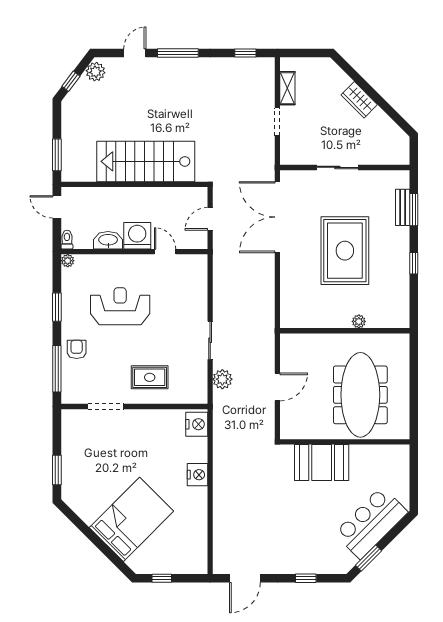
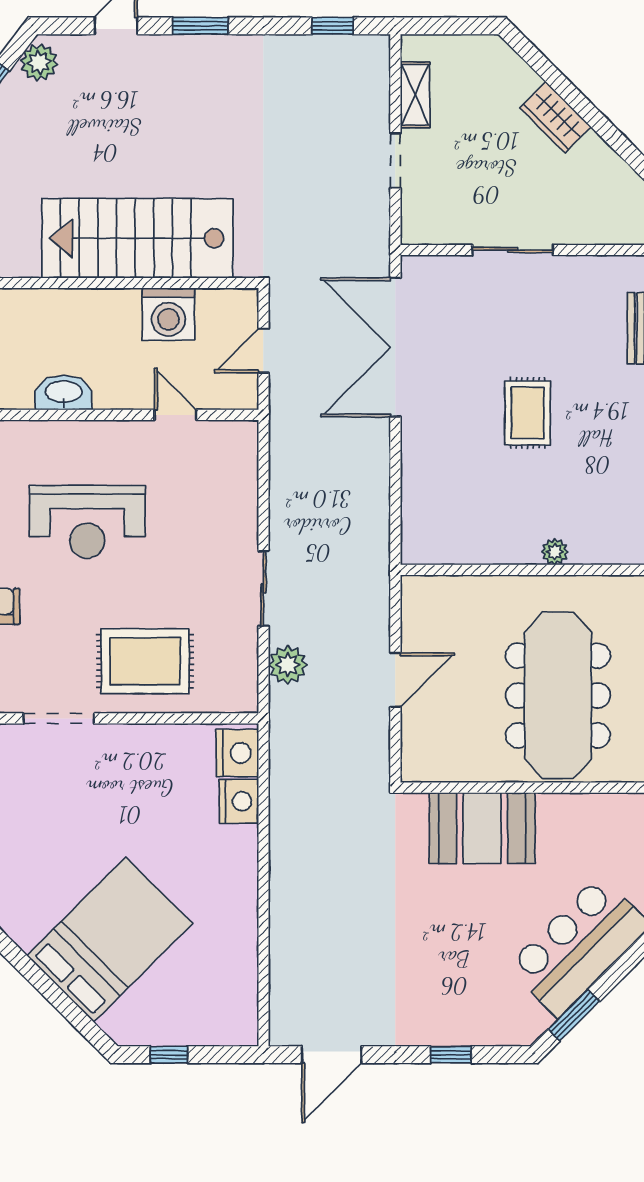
window: (178, 53) -> (200, 26), width x0.69
washing machine: (137, 236) -> (168, 314), moved, turned 180
rug: (345, 251) -> (528, 413), width x0.54, depth x0.49
reception desk: (120, 306) -> (87, 522), turned 180
rug: (150, 377) -> (145, 661), width x1.36, depth x1.43
nightstand: (197, 475) -> (239, 801), moved

